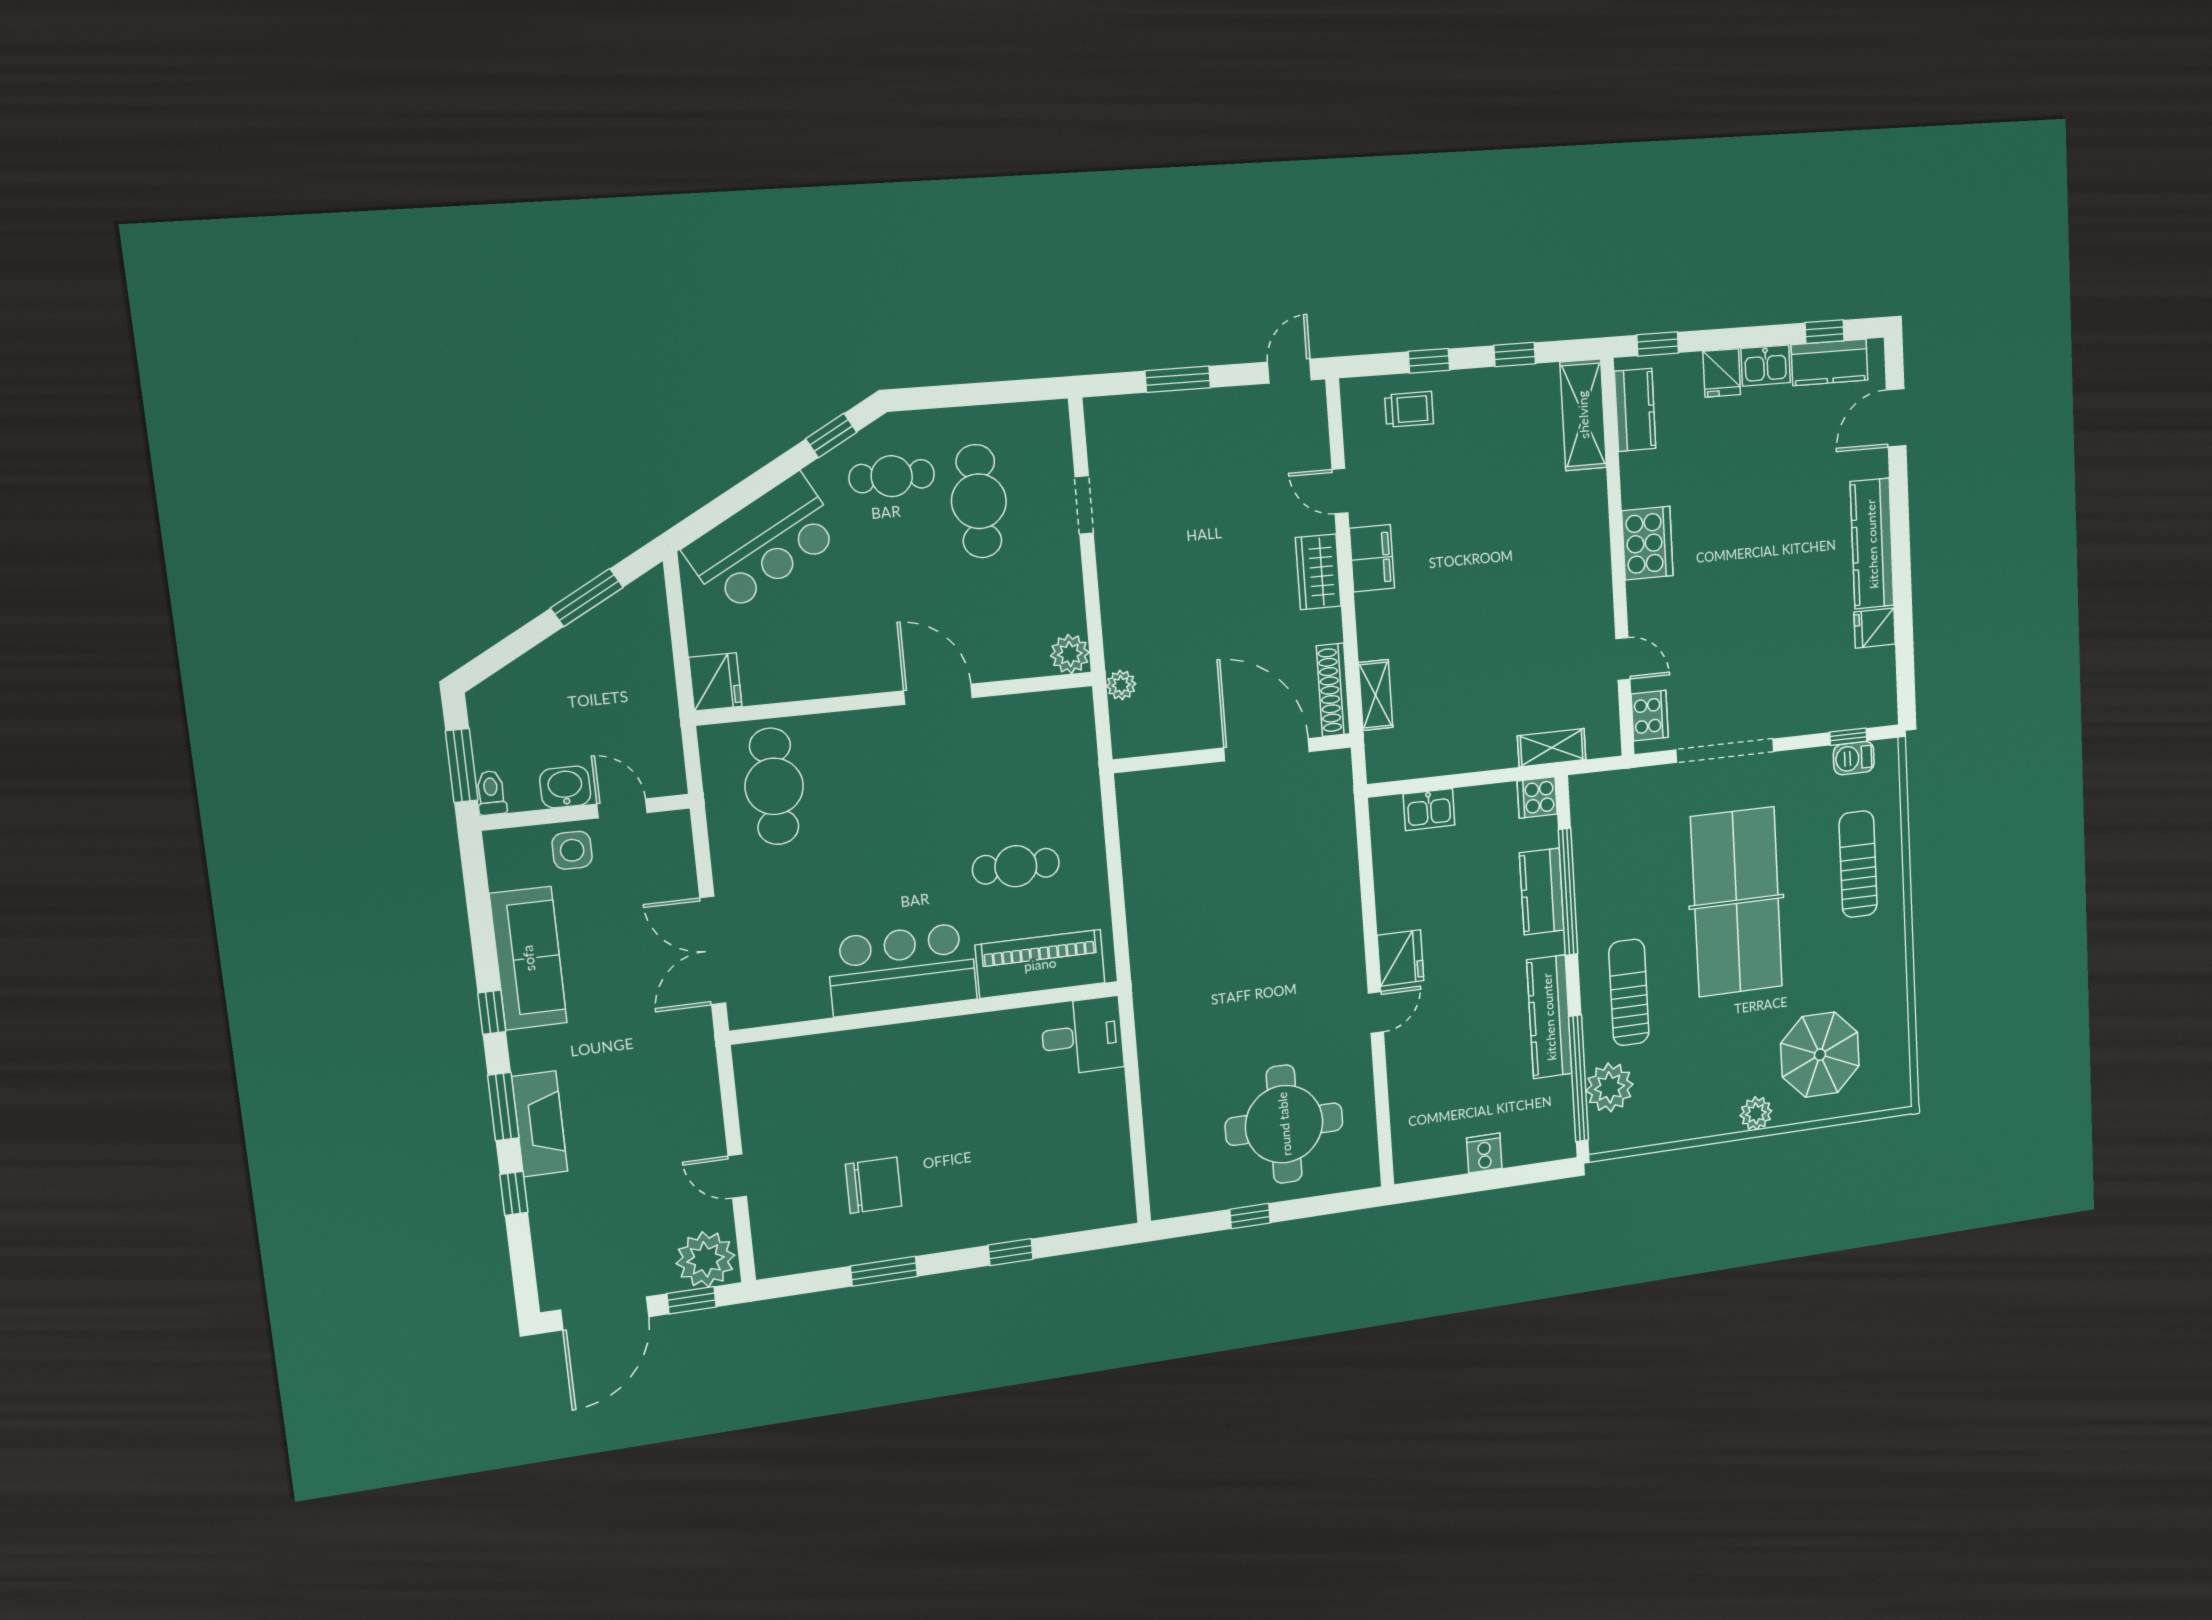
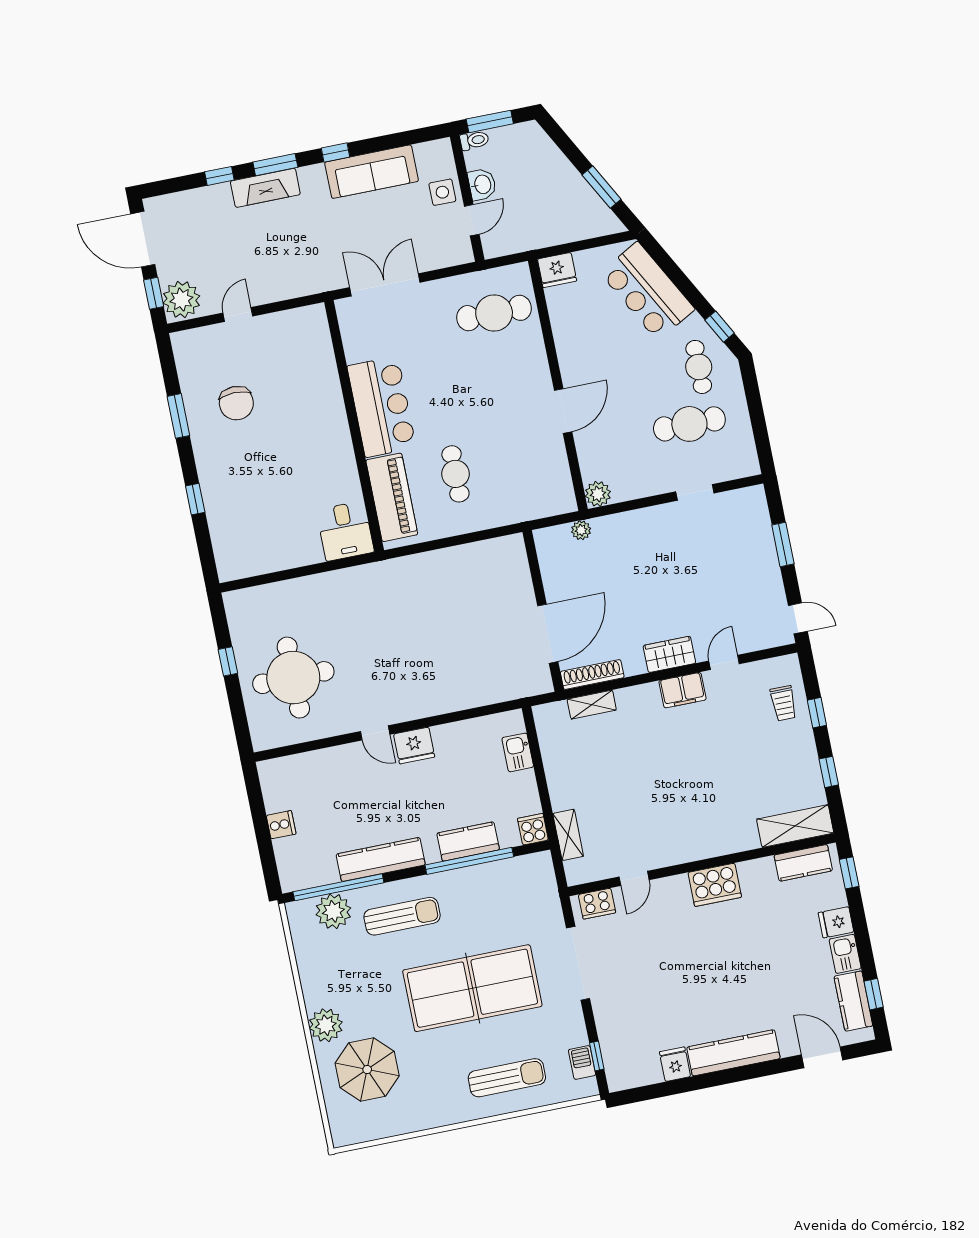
plant: (1756, 1113) -> (326, 1025), width x1.36, depth x1.36

